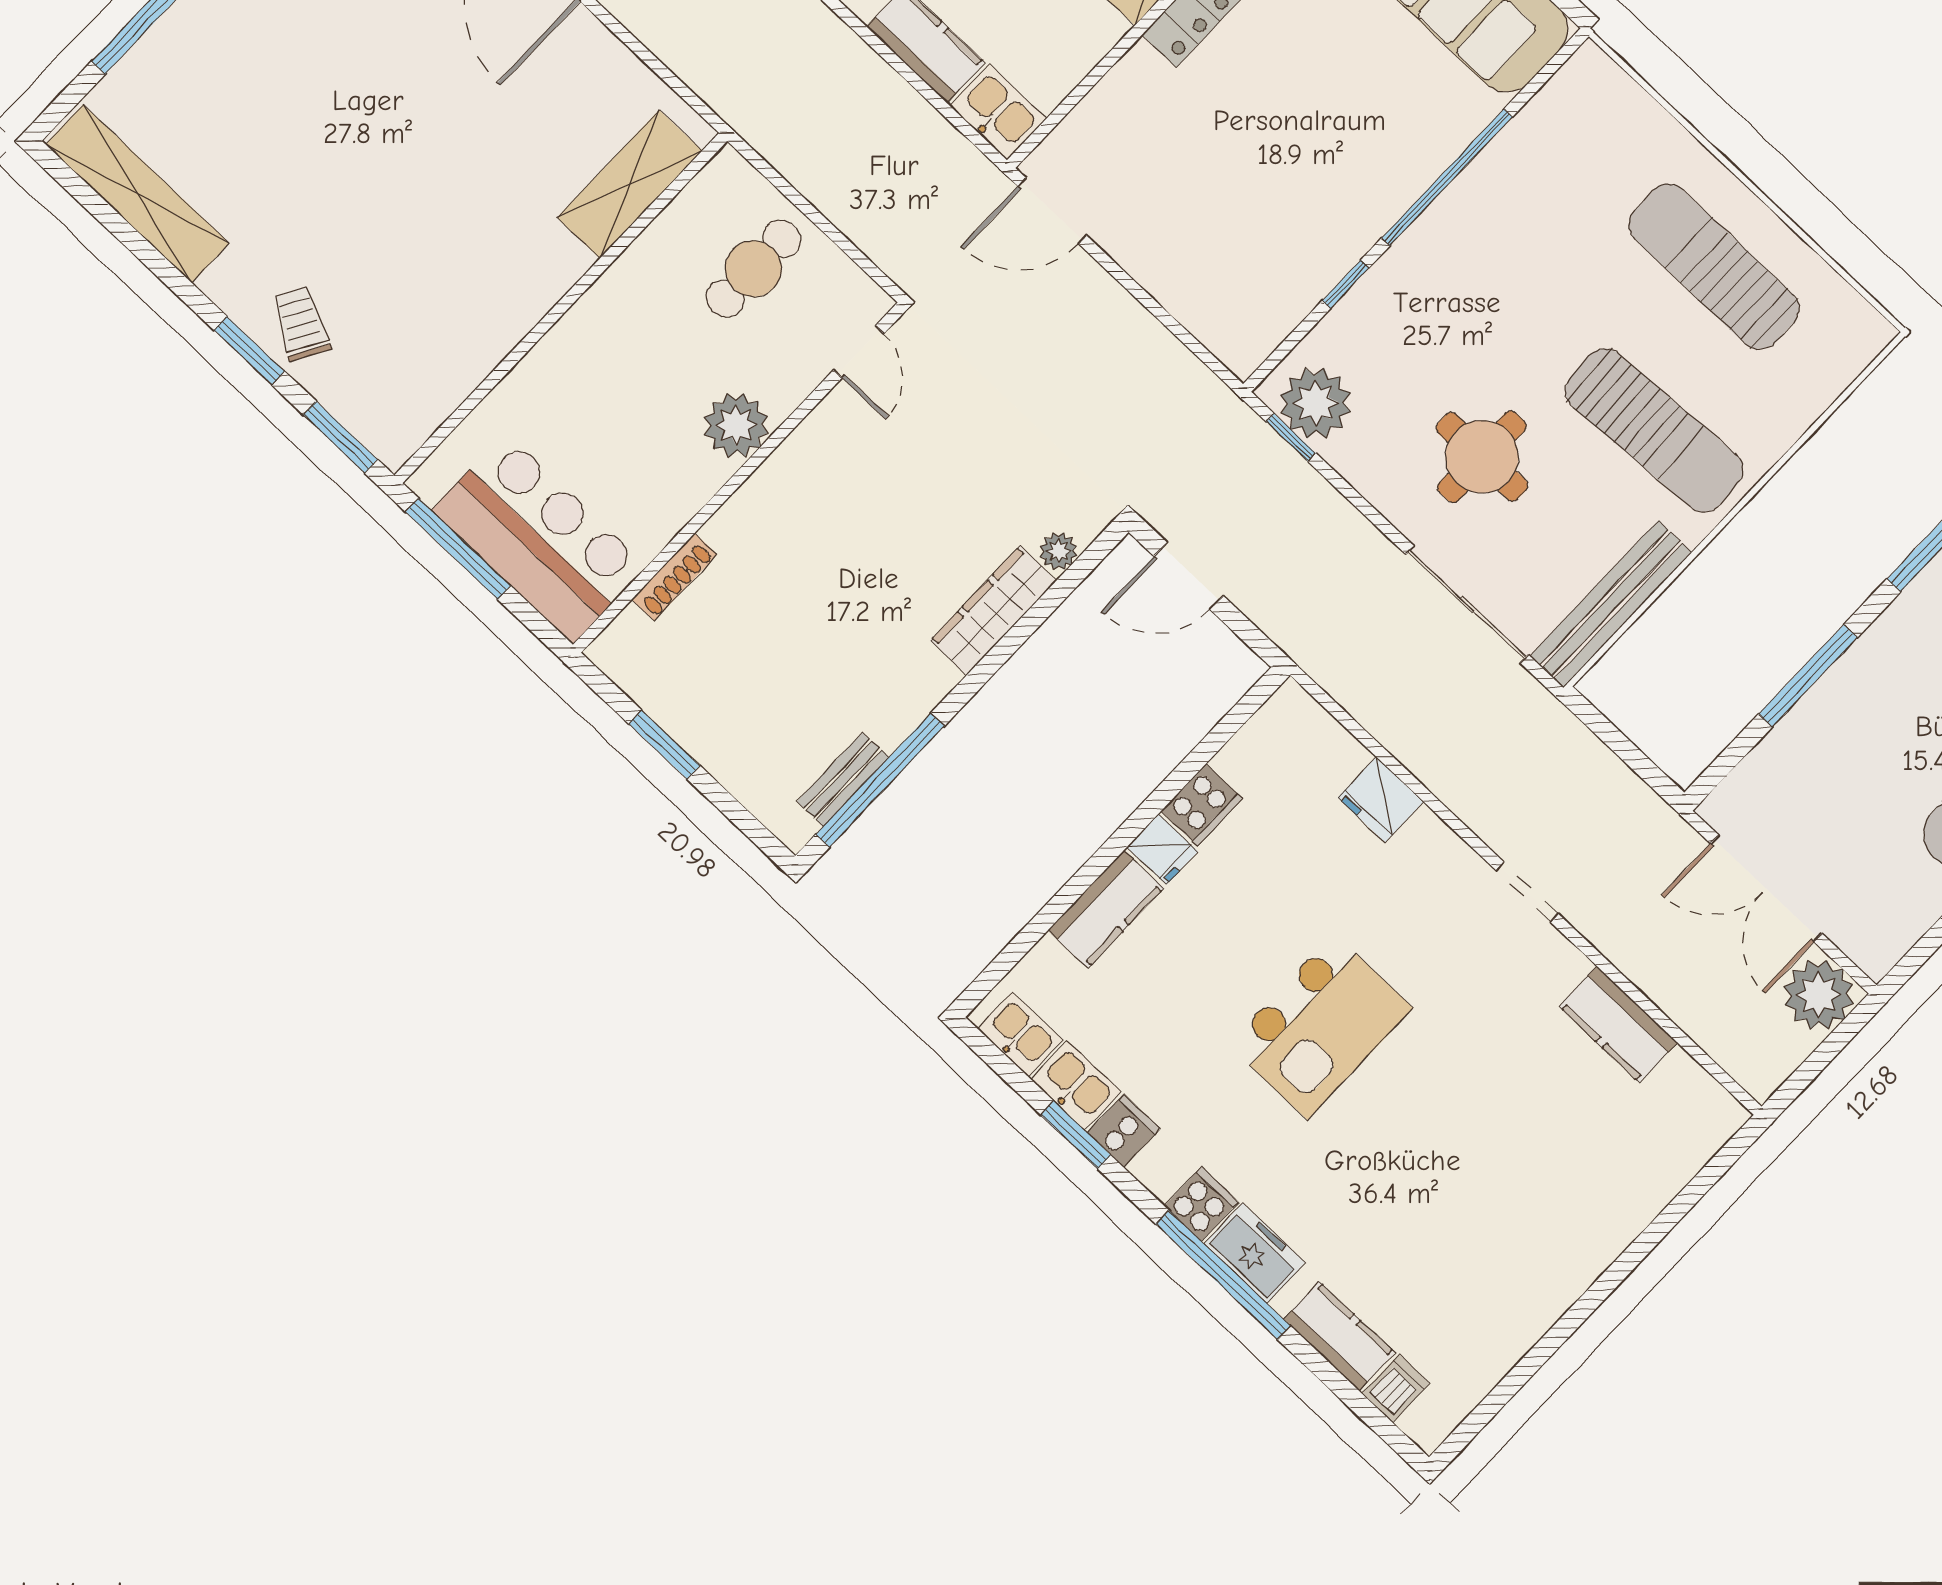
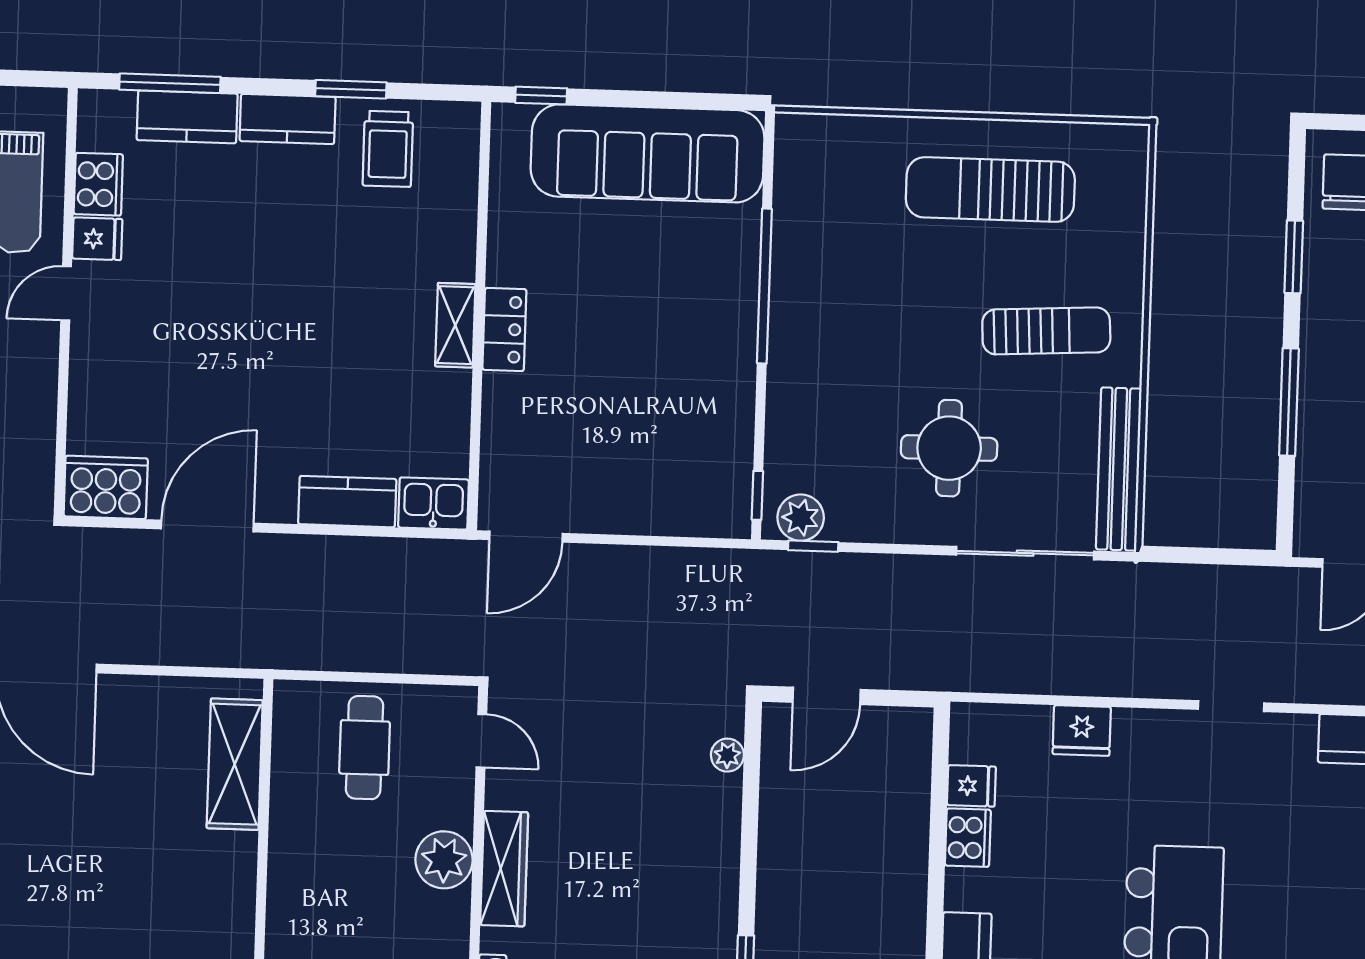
window: (1346, 284) -> (757, 495), moved
plant: (1316, 403) -> (801, 518), width x0.73, depth x0.73
sun lounger: (1654, 430) -> (1046, 331), width x0.73, depth x0.75
wardrobe: (993, 611) -> (504, 869), moved, turned 180
fridge: (1162, 849) -> (971, 786), moved

